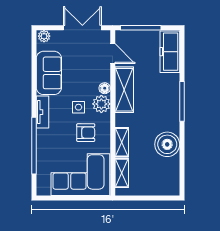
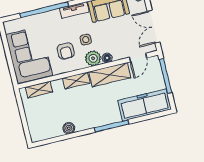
double door: (82, 28) -> (154, 27), swing flipped
freezer: (170, 52) -> (144, 105), width x1.36, depth x1.26
shelving: (122, 142) -> (76, 81), moved
boiler: (167, 144) -> (69, 128), width x0.54, depth x0.54

